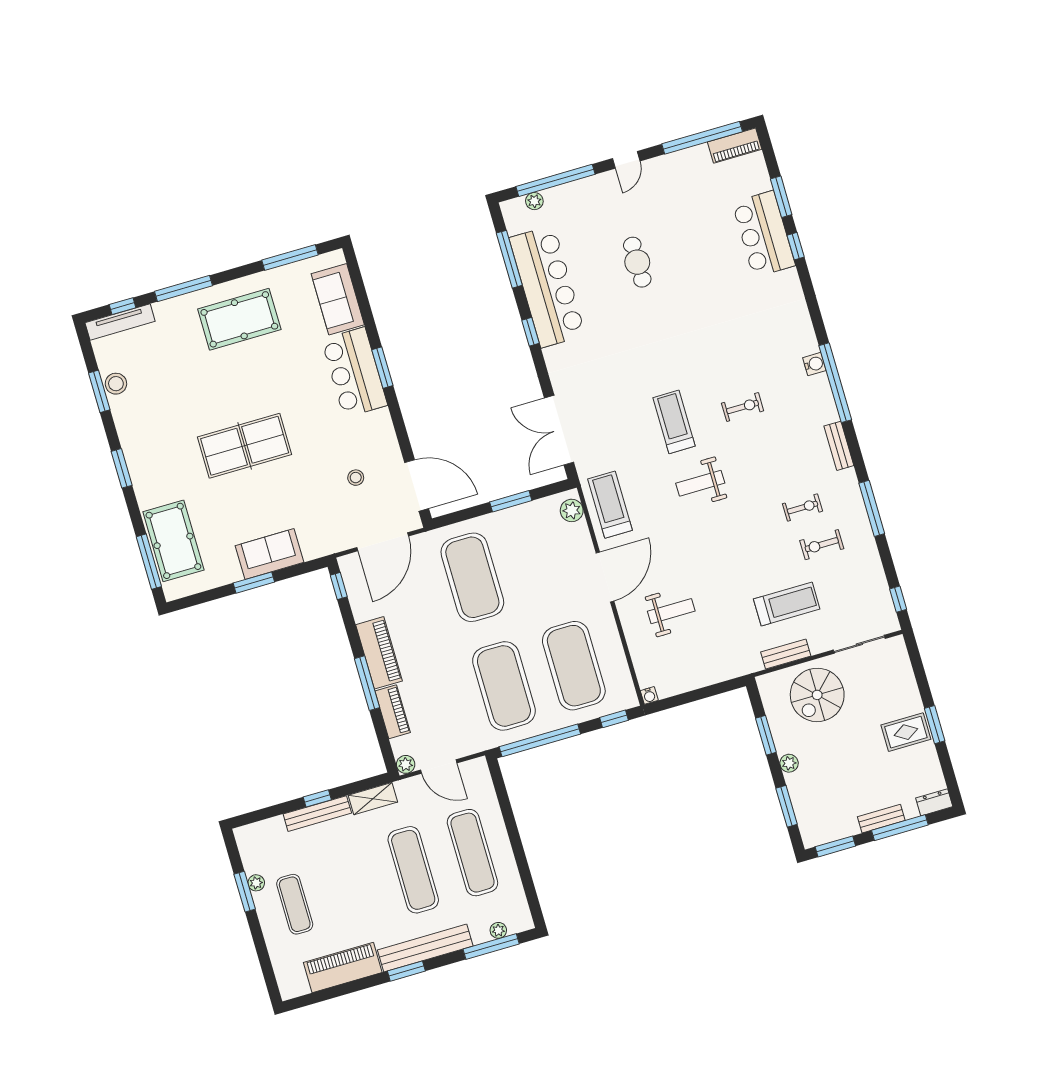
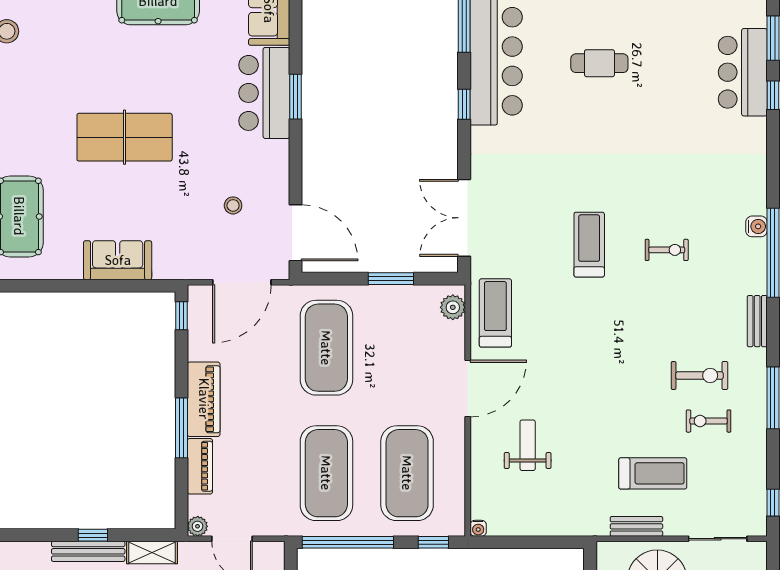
cafe table: (637, 262) -> (599, 63), turned 90
weight bench: (700, 483) -> (598, 318), removed
exercise bike: (803, 507) -> (699, 376), width x1.38, depth x1.39
window: (254, 583) -> (92, 286), removed
weight bench: (671, 611) -> (528, 445), turned -90

